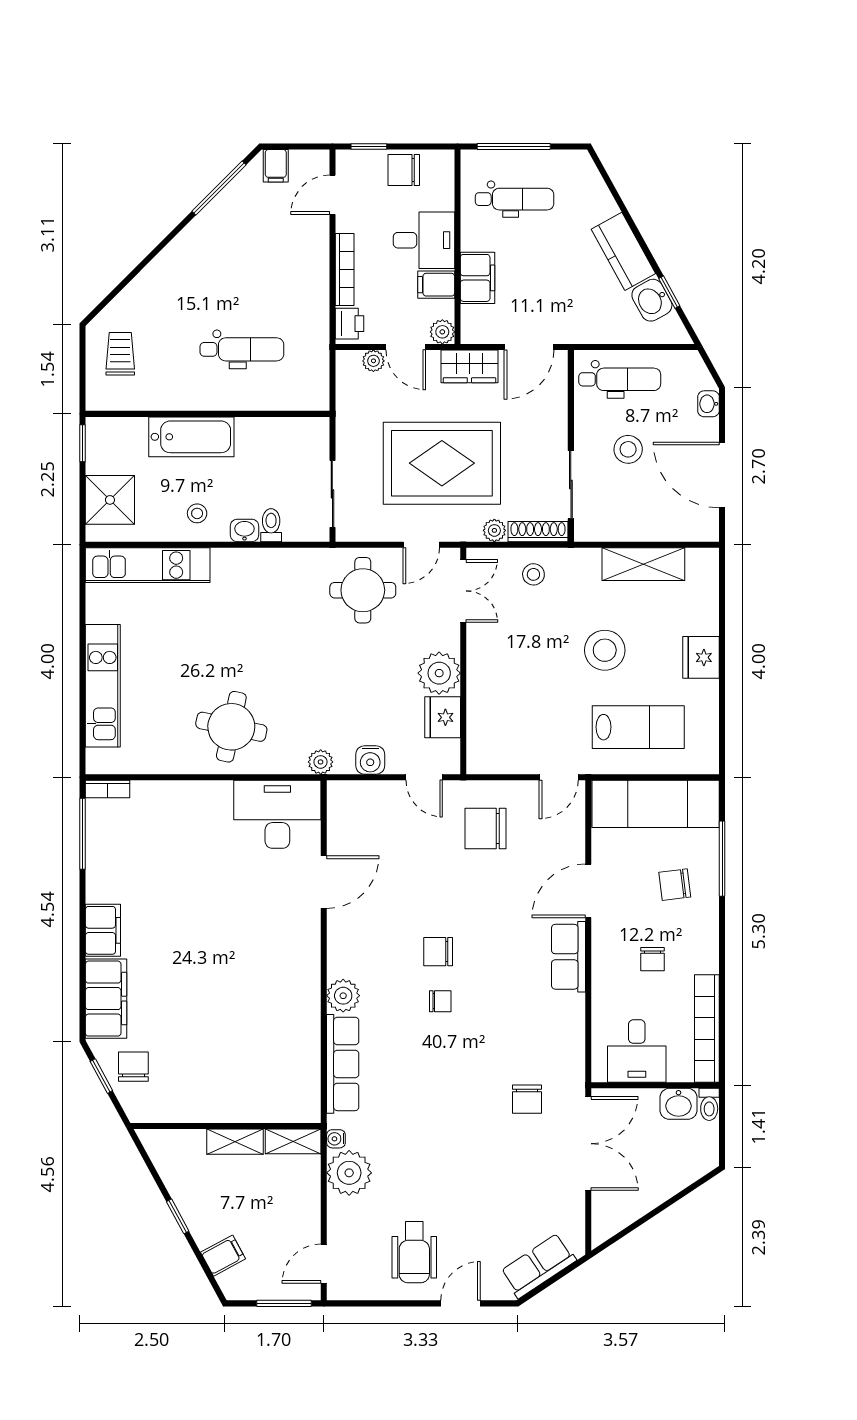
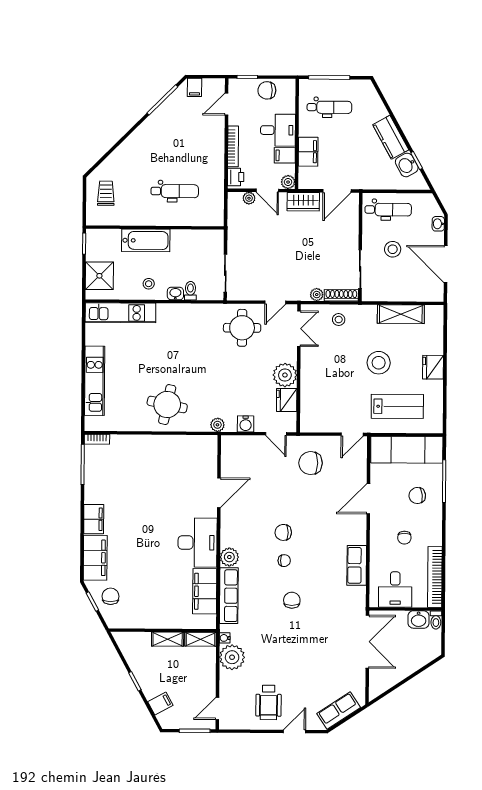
rug: (442, 463) -> (287, 256), removed
desk: (277, 814) -> (198, 543), moved, turned 90
row of seats: (568, 957) -> (357, 565), moved
filing cabinet: (300, 1057) -> (205, 591), added
chair: (527, 1099) -> (292, 600), moved, turned 180

